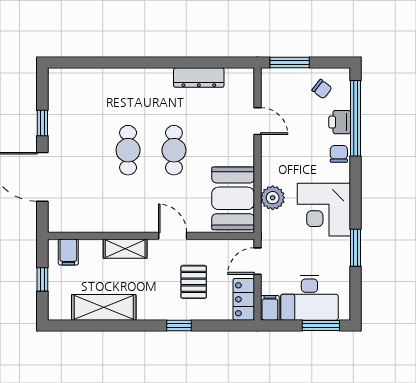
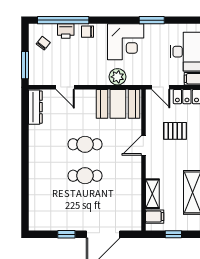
dresser: (199, 78) -> (35, 107), moved
door: (257, 121) -> (65, 87), swing flipped
shelving: (125, 249) -> (152, 194), moved

